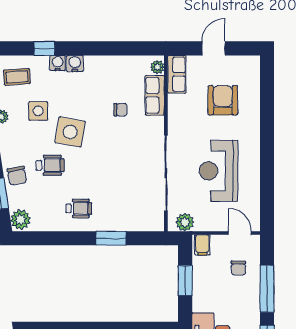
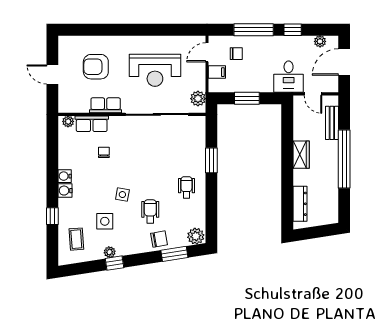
water cooler: (58, 63) -> (65, 176), moved
row of seats: (177, 74) -> (106, 105), moved
side table: (70, 132) -> (122, 195), width x0.54, depth x0.54
filing cabinet: (202, 245) -> (217, 72), moved

